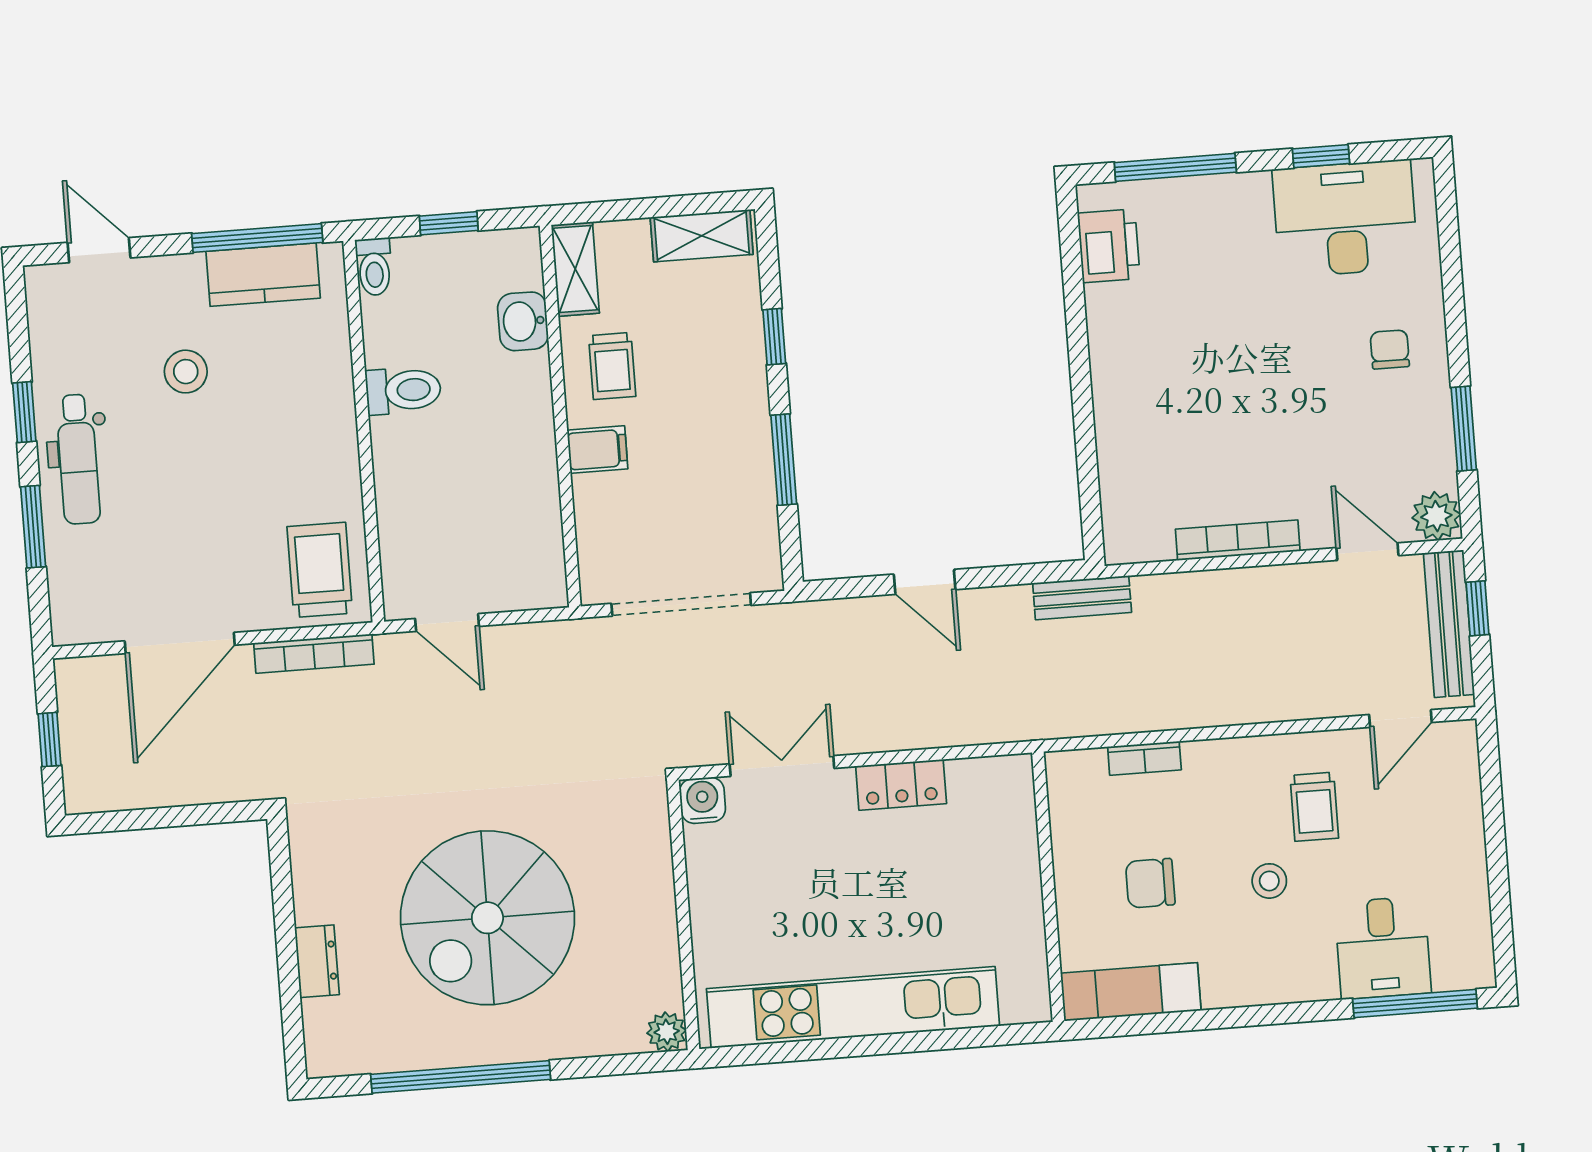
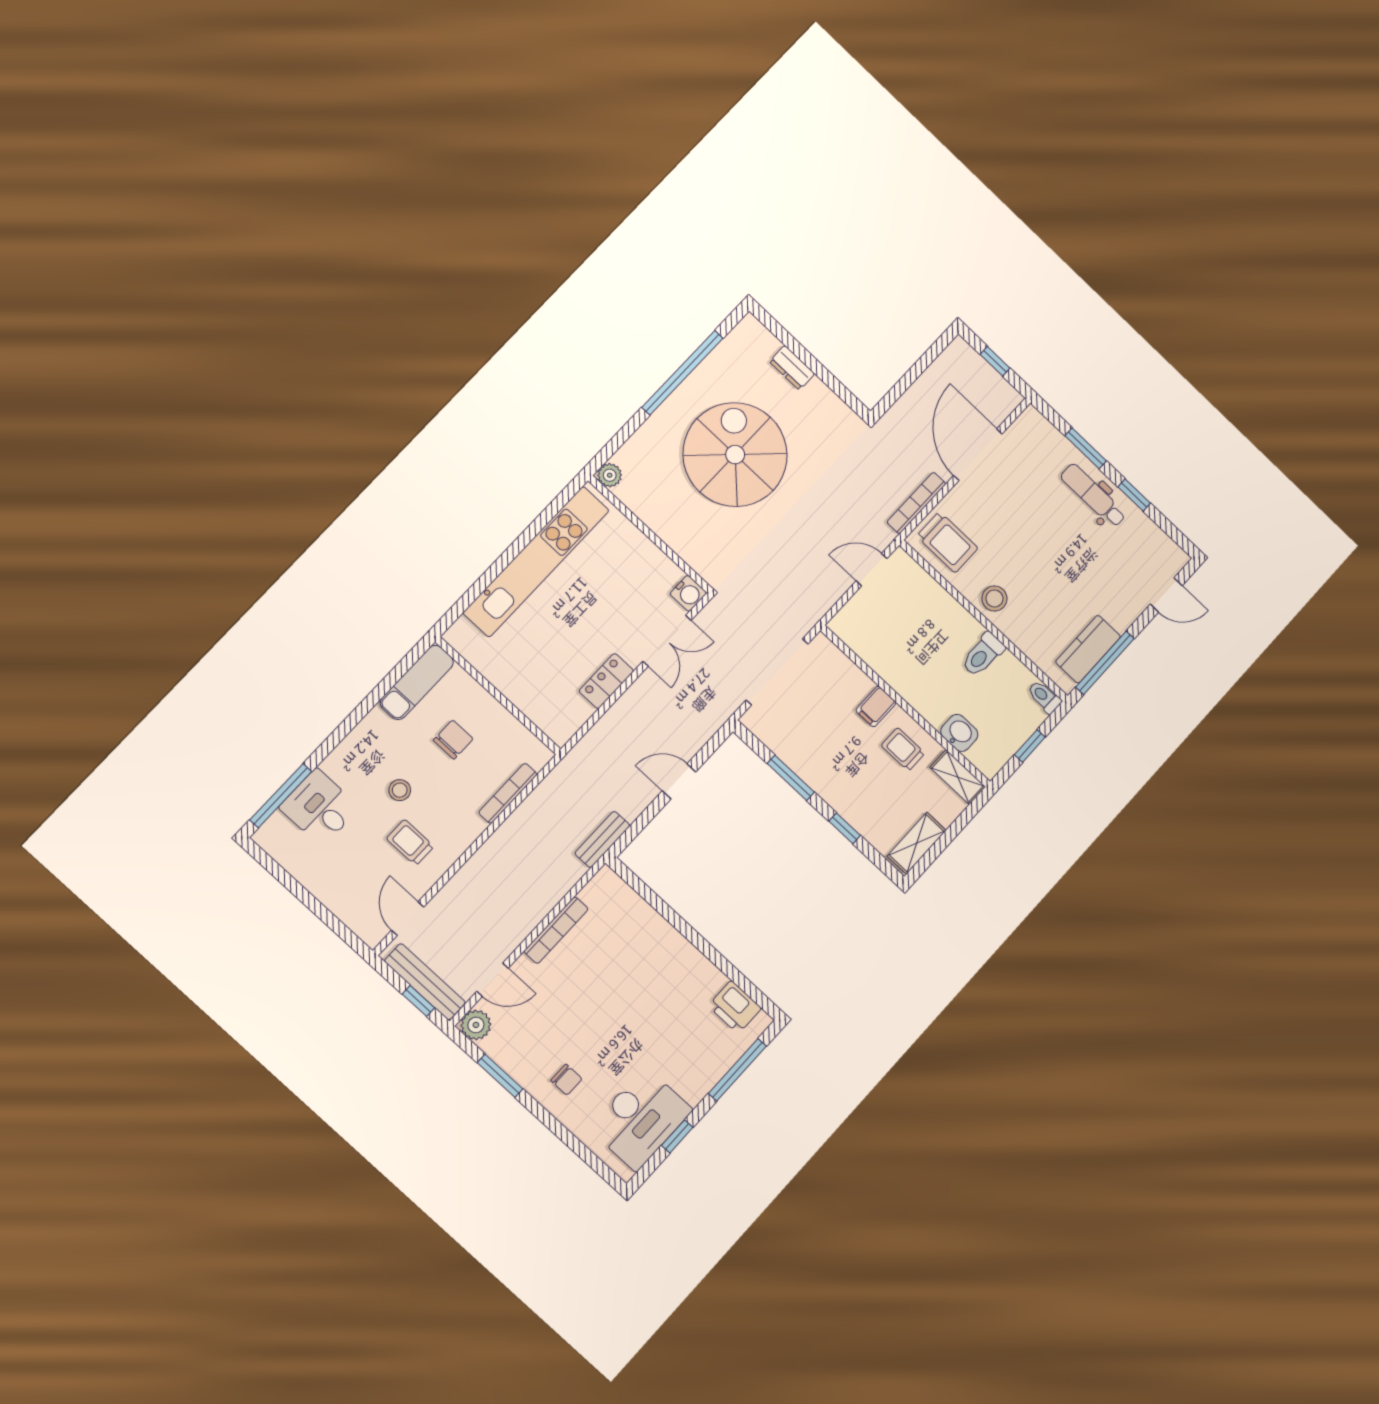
stool: (186, 372) -> (994, 598), moved
bookcase: (1144, 758) -> (508, 793), width x1.56

